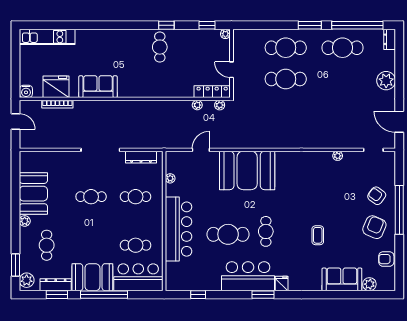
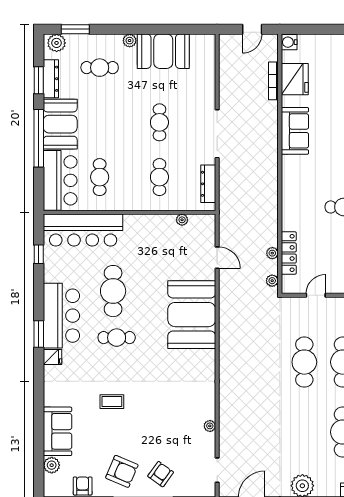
locker: (212, 92) -> (289, 253), moved
bar counter: (179, 229) -> (83, 230), moved

